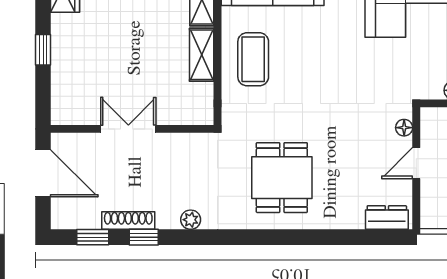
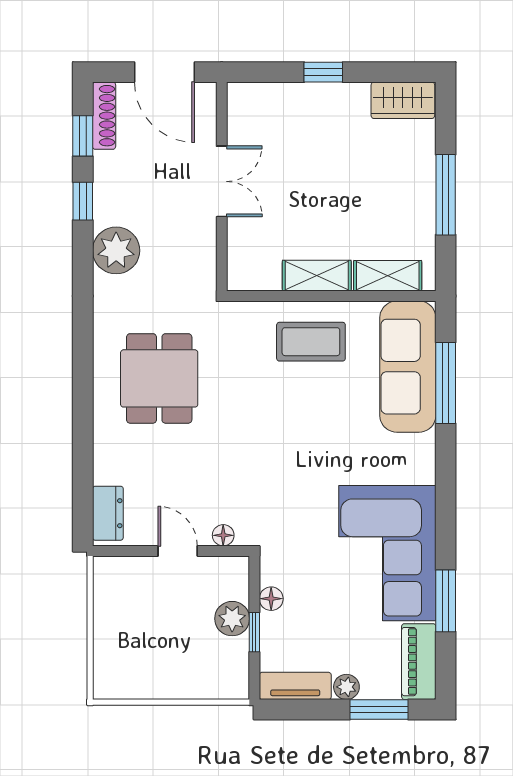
door: (43, 173) -> (164, 72), hinge flipped
dining table: (282, 178) -> (159, 378), turned 90
plant: (191, 220) -> (116, 250), width x1.87, depth x1.87
shoe rack: (128, 221) -> (104, 116), moved

